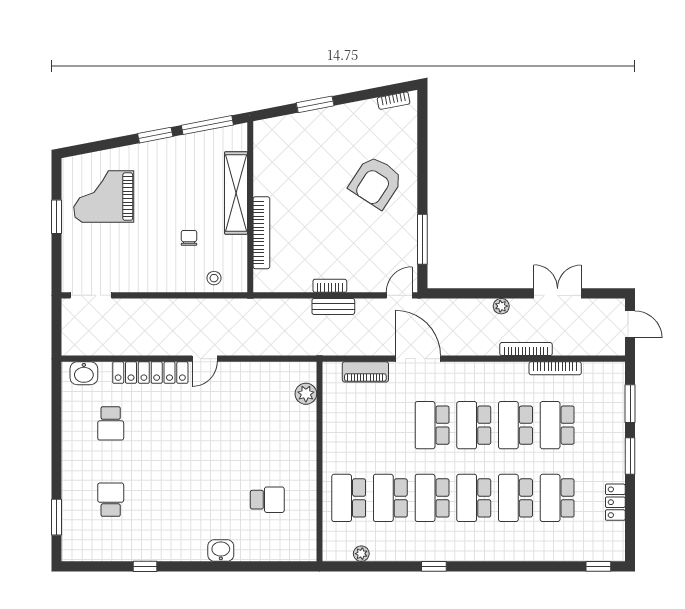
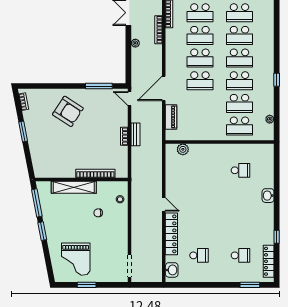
window: (315, 104) -> (23, 132), moved
school desk: (111, 500) -> (240, 255), turned 180
school desk: (267, 500) -> (240, 170), turned 90
locker: (100, 552) -> (269, 261), added

